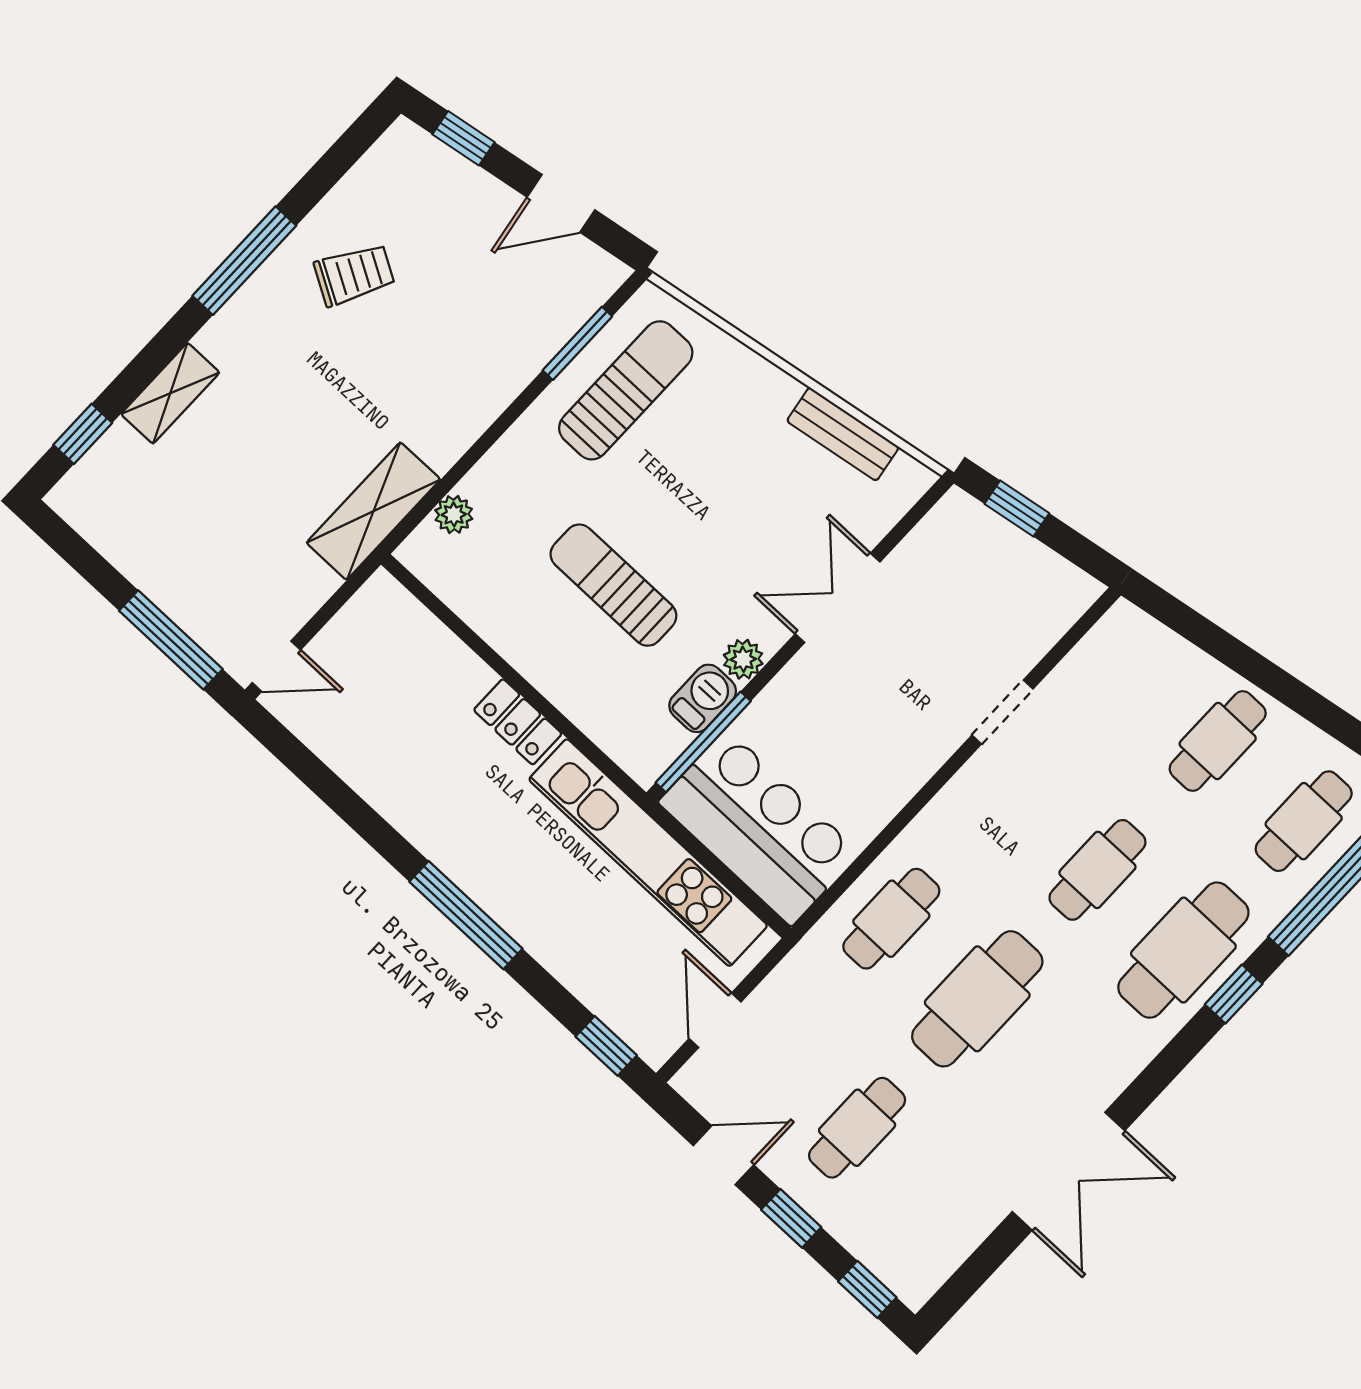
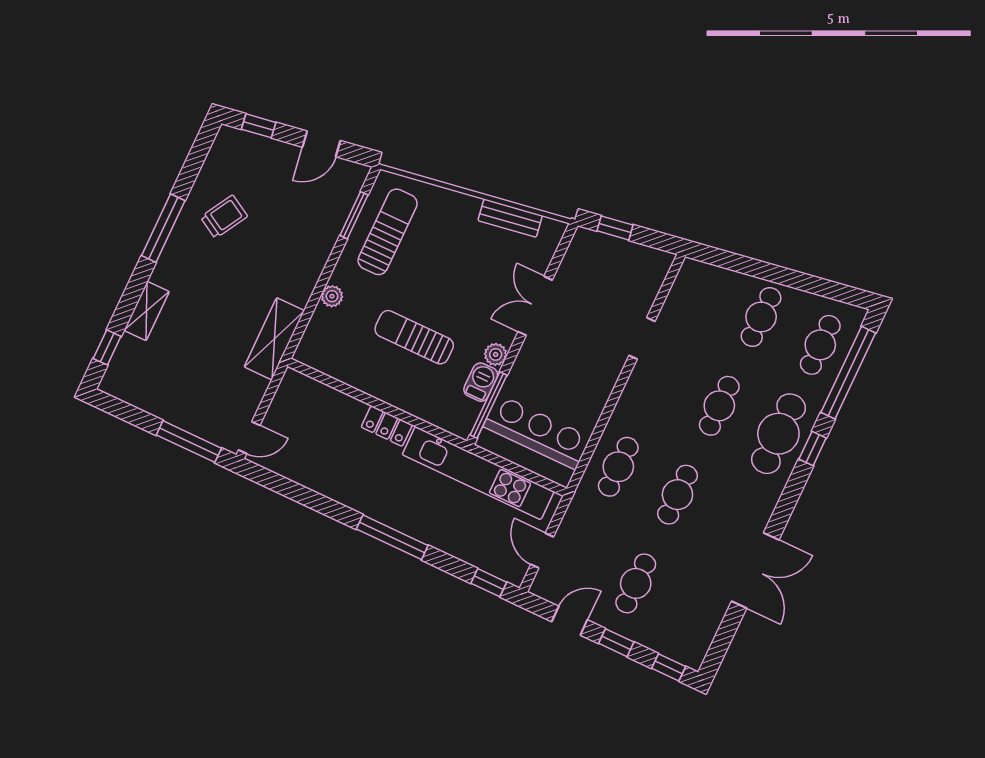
plant: (454, 514) -> (332, 296), moved
cafe table: (977, 999) -> (677, 495), width x0.73, depth x0.74

